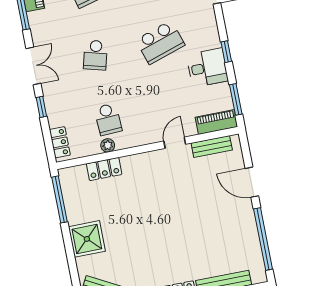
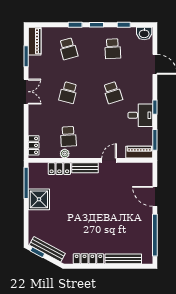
school desk: (160, 42) -> (113, 93), width x0.54
window: (41, 107) -> (26, 120), removed
bench: (212, 147) -> (85, 168), moved
shower: (87, 239) -> (39, 199), moved

